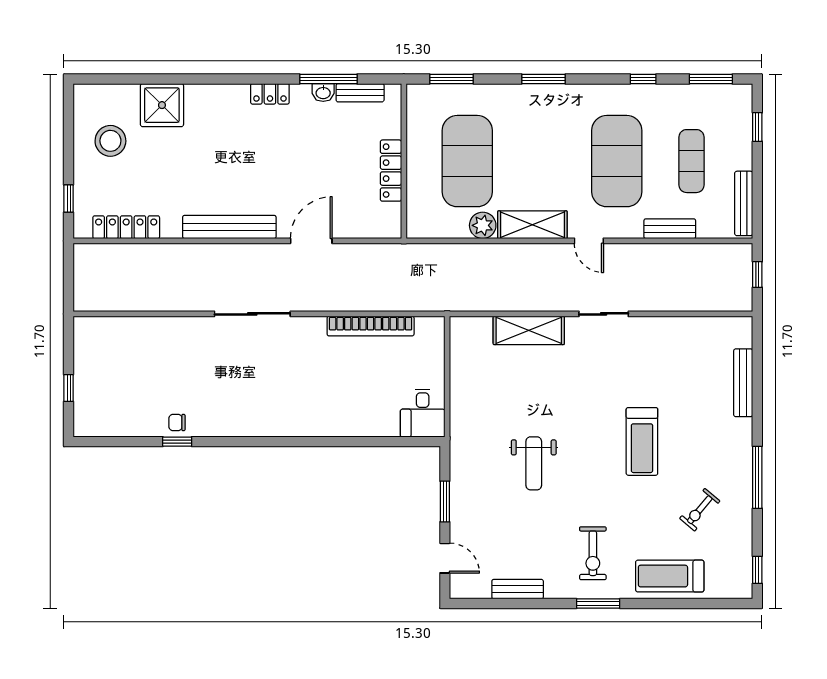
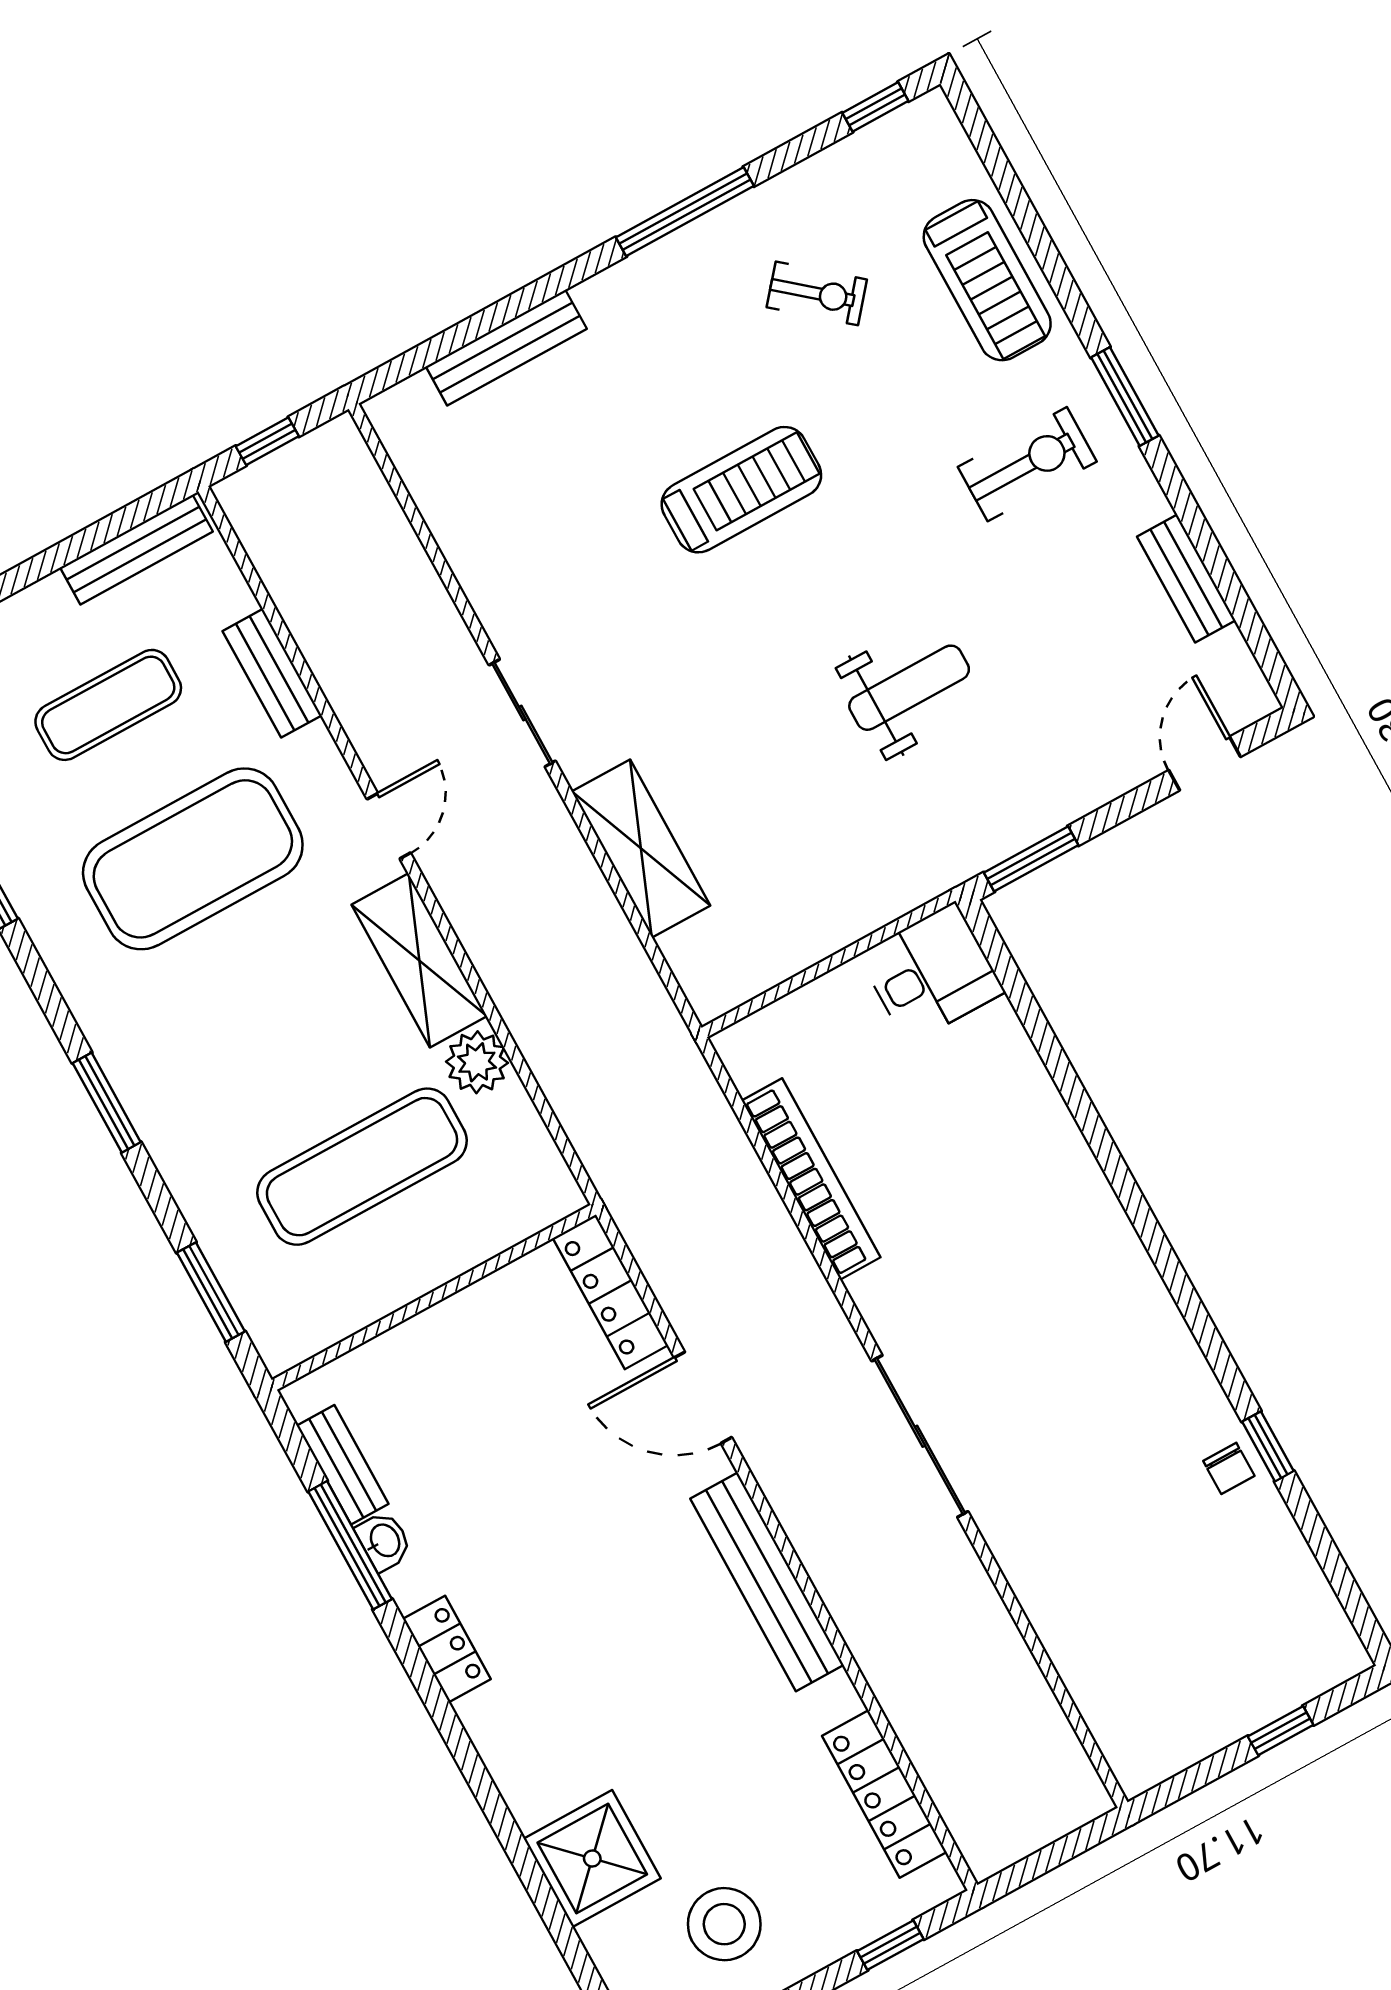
exercise mat: (467, 161) -> (362, 1167), width x0.68
locker: (391, 171) -> (610, 1292), moved, turned 90
window: (445, 501) -> (1031, 859), moved

